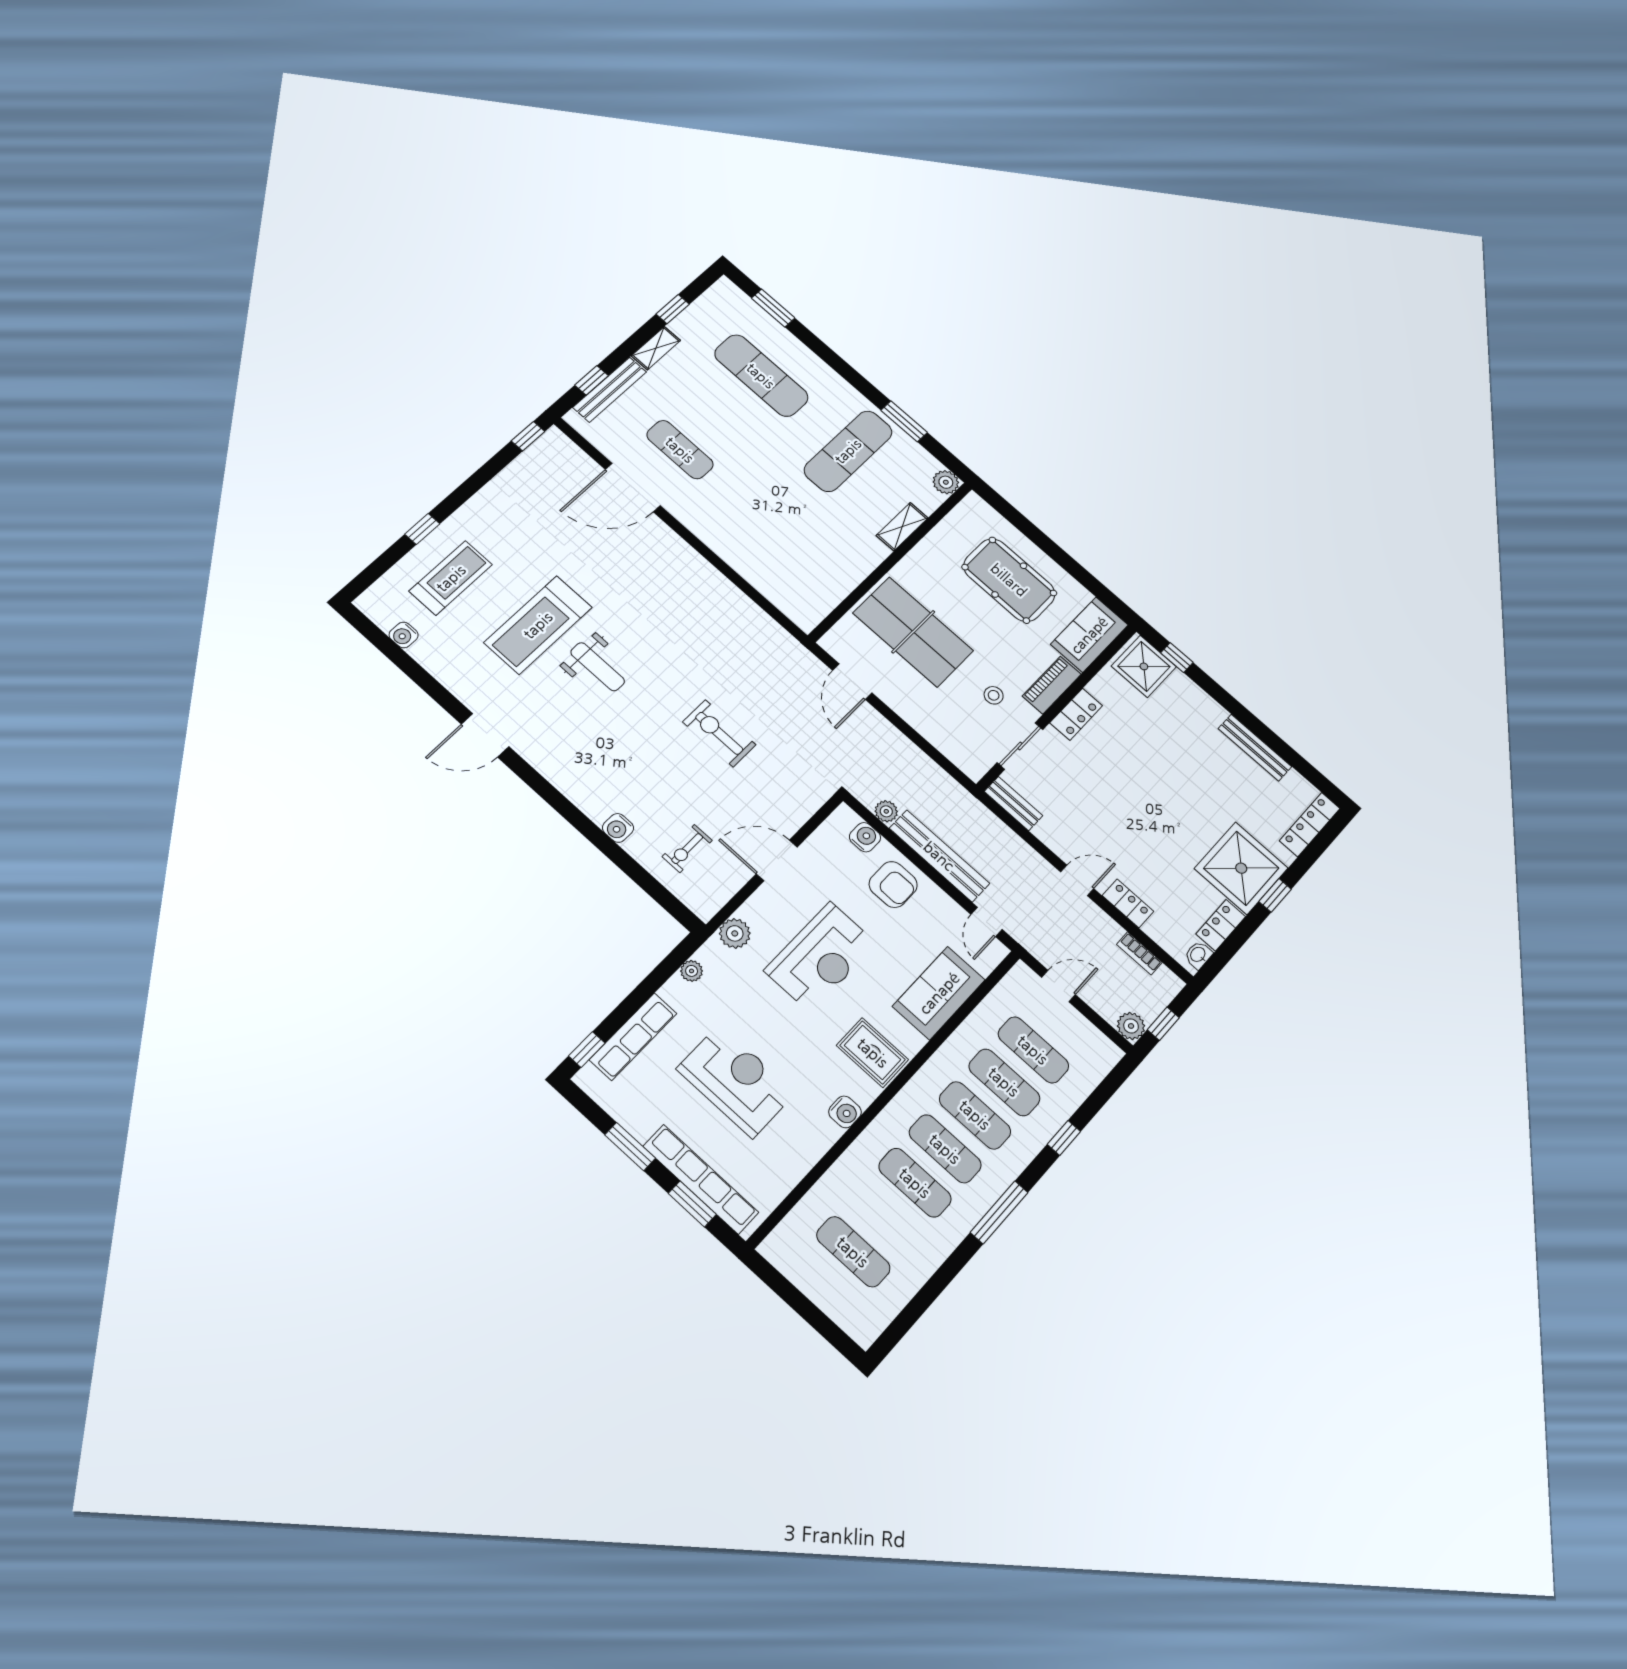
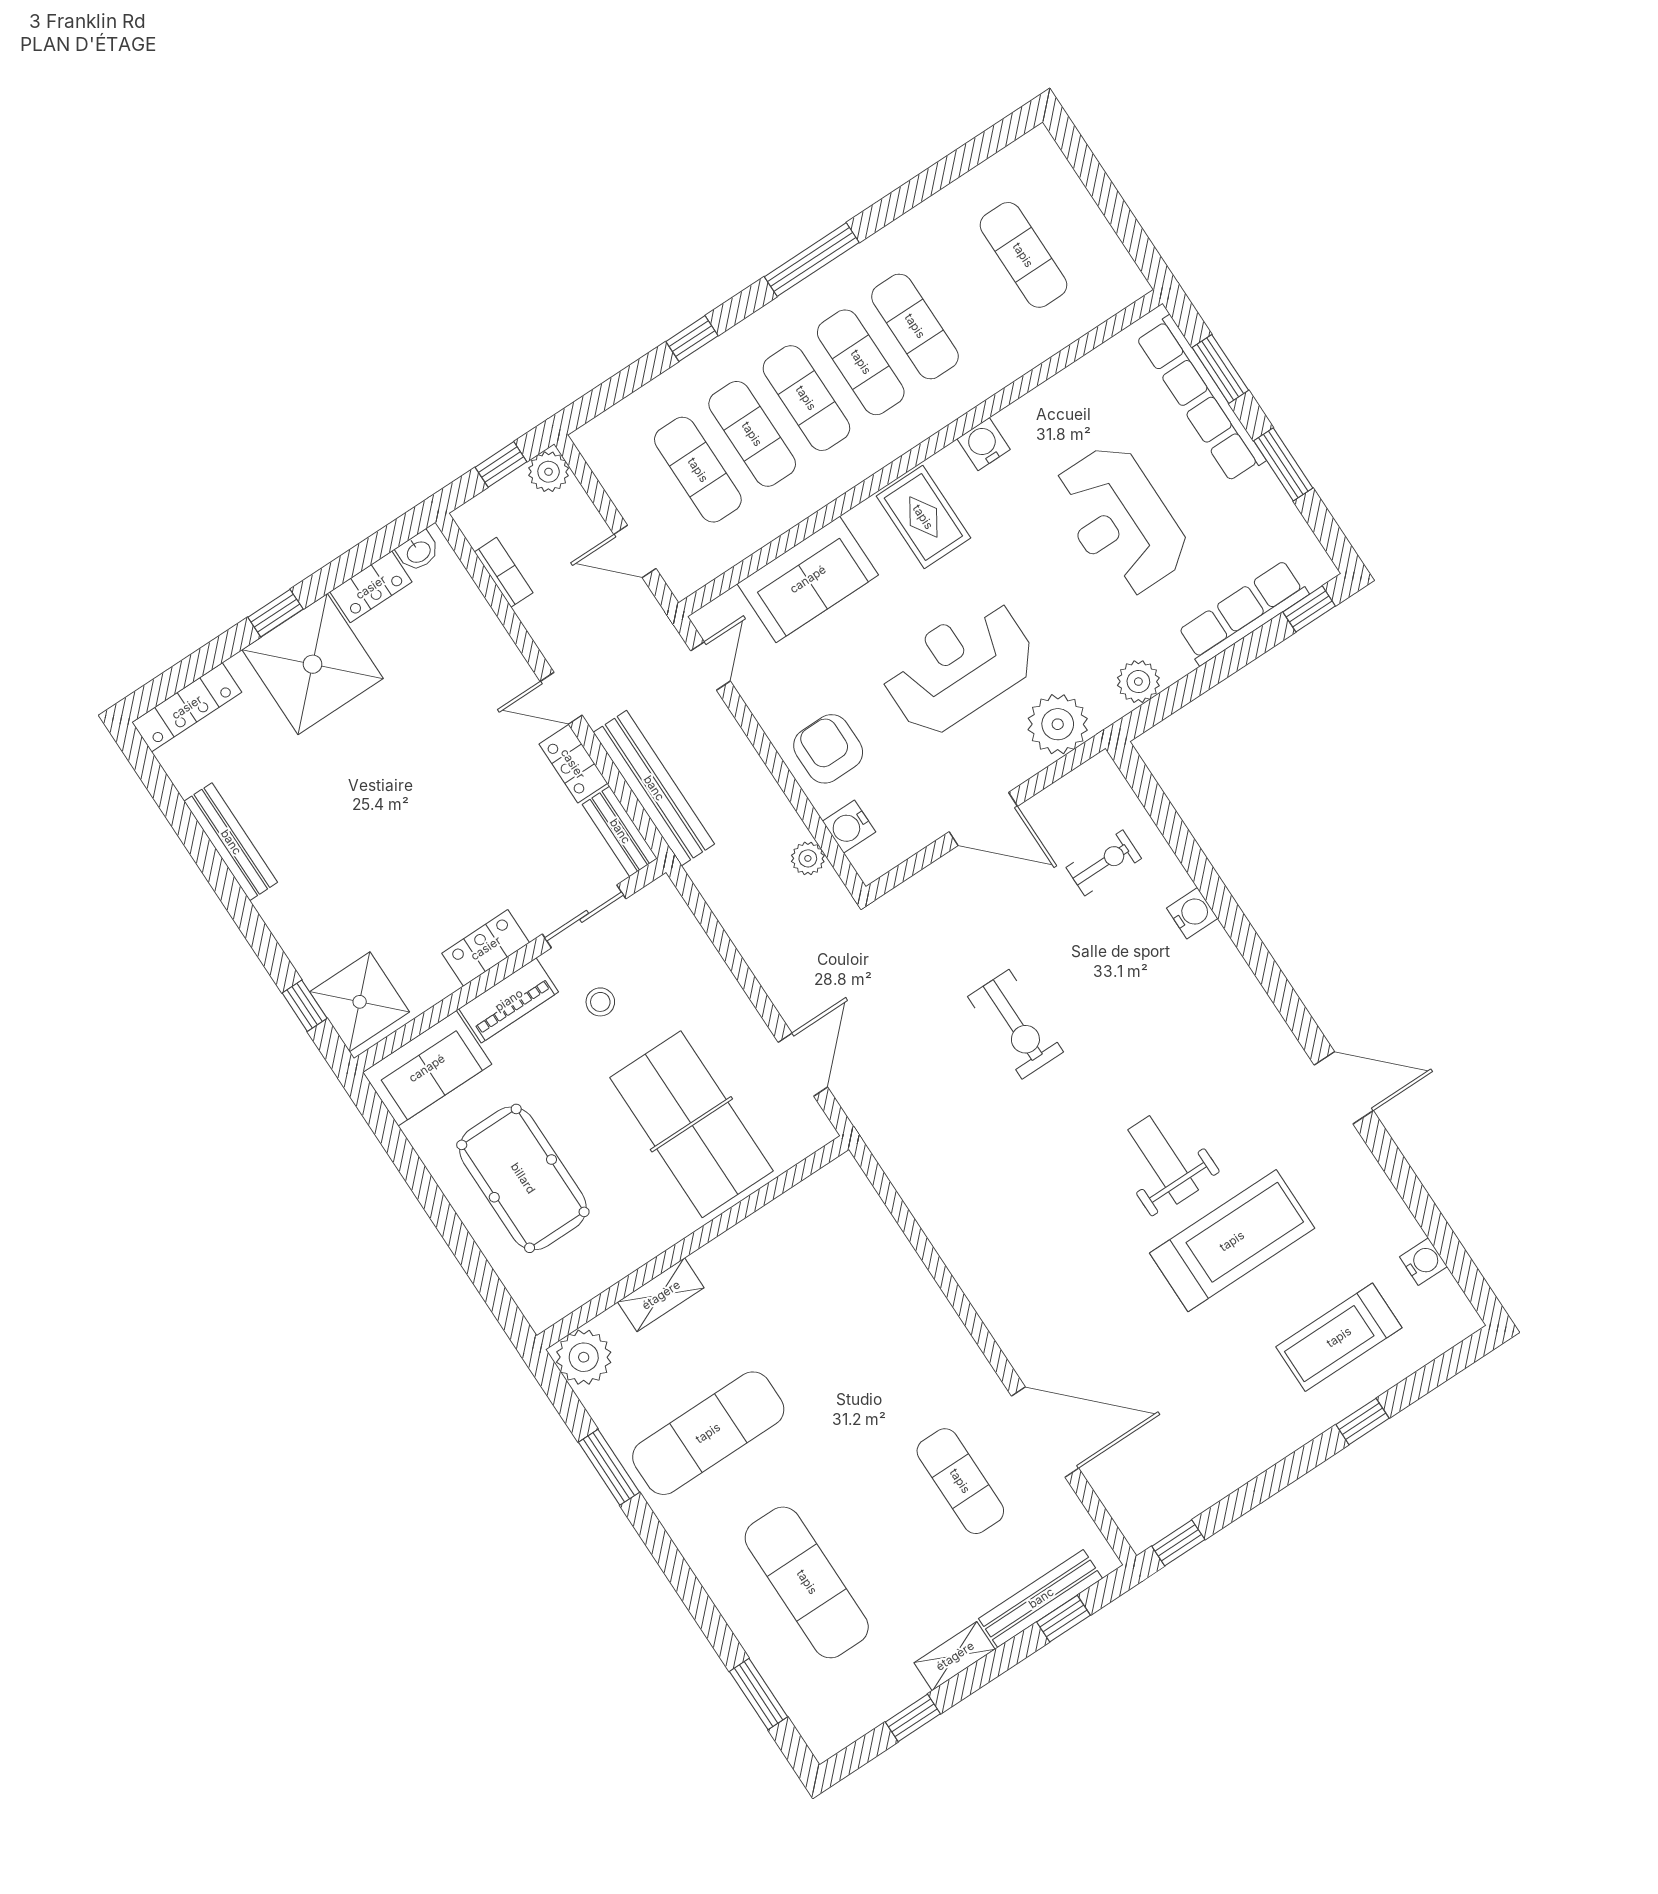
plant: (946, 482) -> (584, 1357), width x1.36, depth x1.36
bench: (939, 856) -> (654, 788), moved
locker: (1128, 903) -> (573, 764), moved
plant: (735, 933) -> (1058, 724), width x1.36, depth x1.36
plant: (692, 971) -> (1138, 682), width x1.38, depth x1.38

